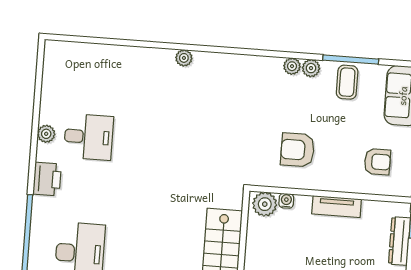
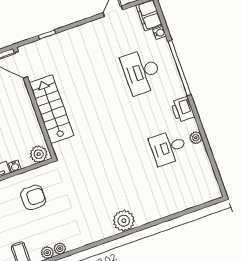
plant: (184, 58) -> (124, 221), width x1.87, depth x1.87
water cooler: (286, 201) -> (15, 166), moved

